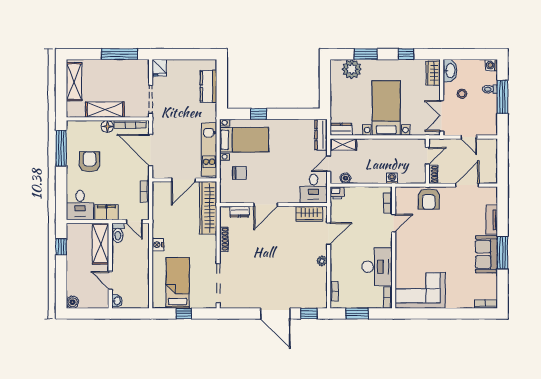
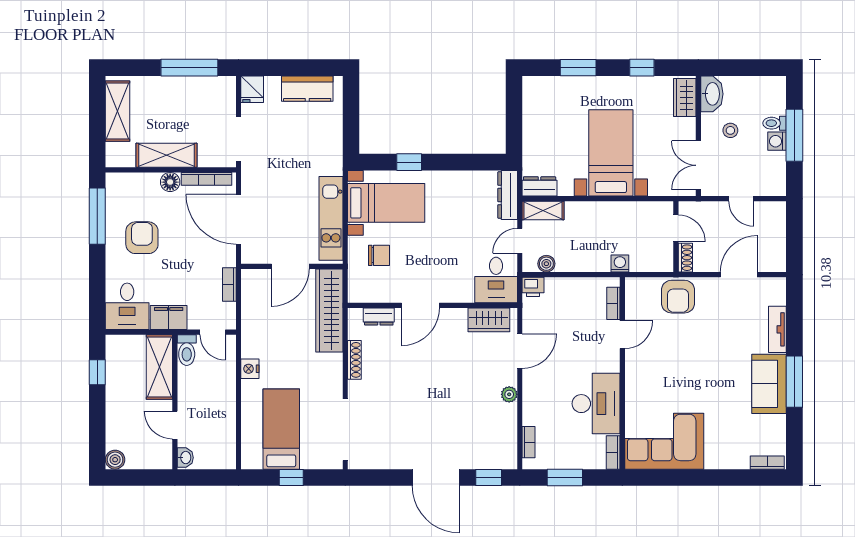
washing machine: (491, 65) -> (777, 141), moved
plant: (352, 69) -> (556, 91), removed
kitchen counter: (209, 86) -> (307, 89), moved, turned -90
door: (427, 156) -> (676, 228), hinge flipped

